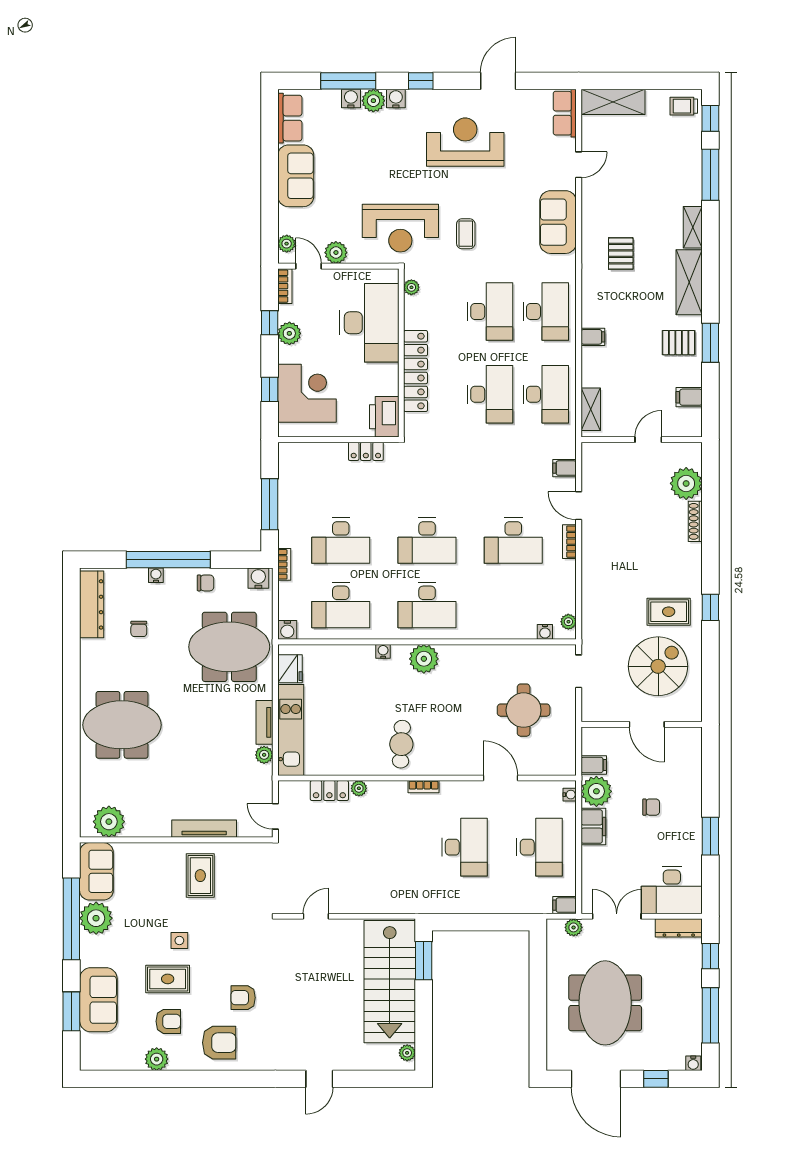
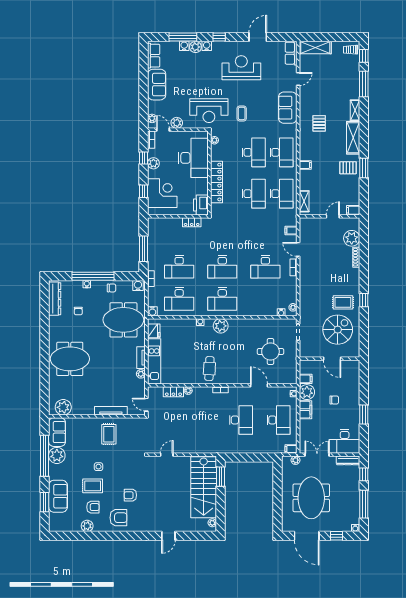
filing cabinet: (689, 397) -> (353, 210), moved

